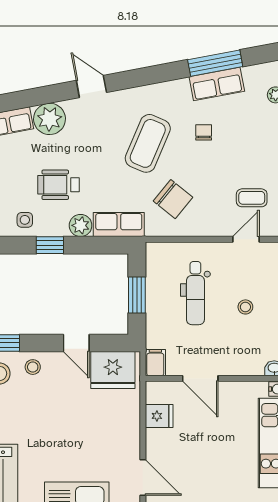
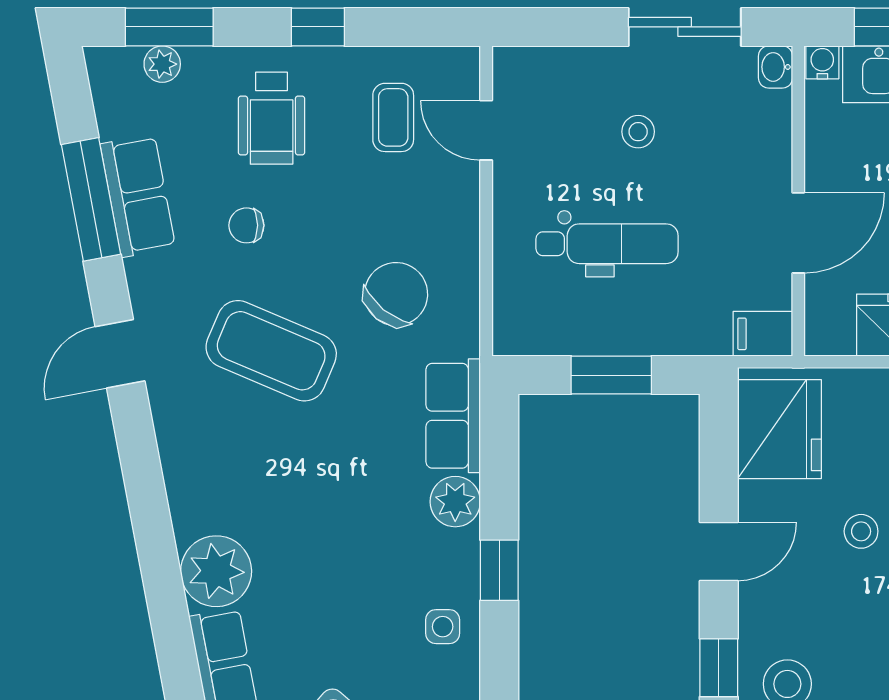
door: (91, 86) -> (120, 354), moved
wheelchair: (58, 185) -> (272, 118), moved
door: (76, 343) -> (719, 551), moved
stool: (33, 367) -> (861, 531), moved

